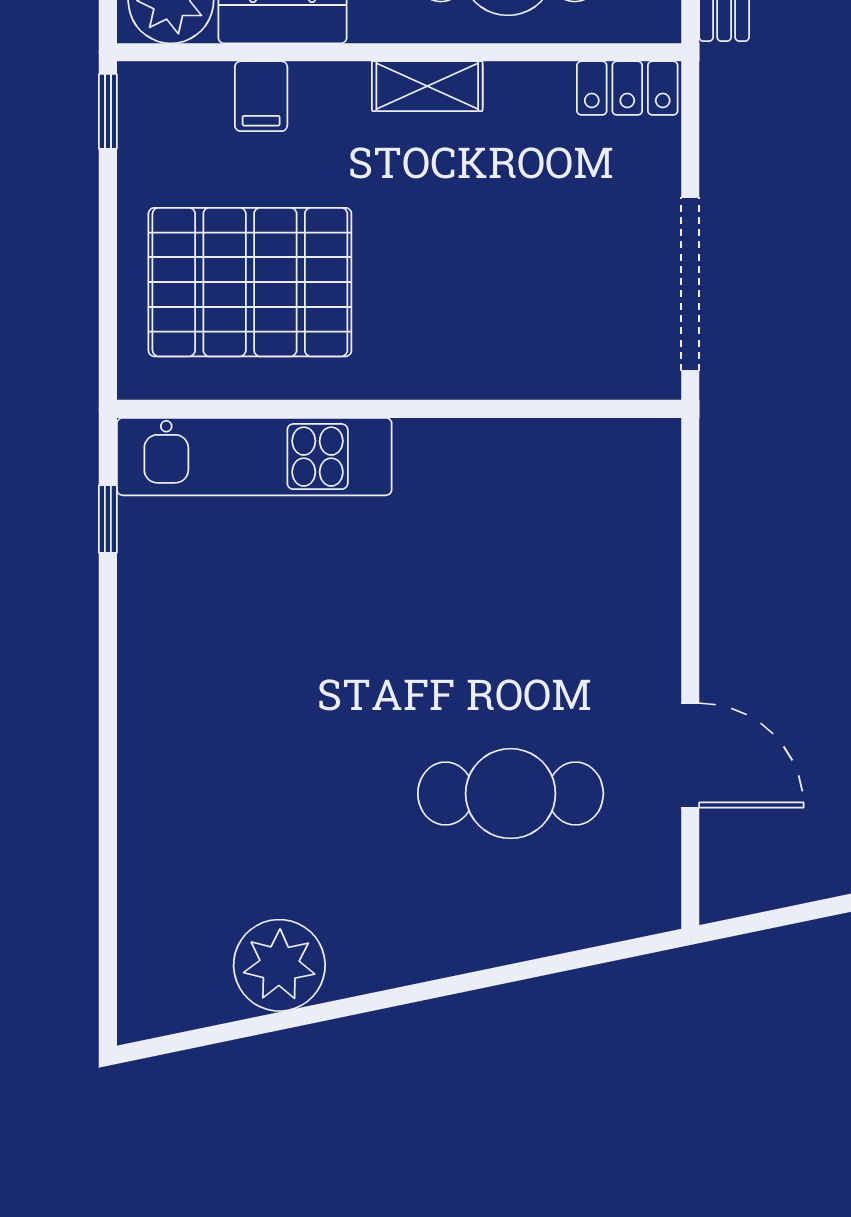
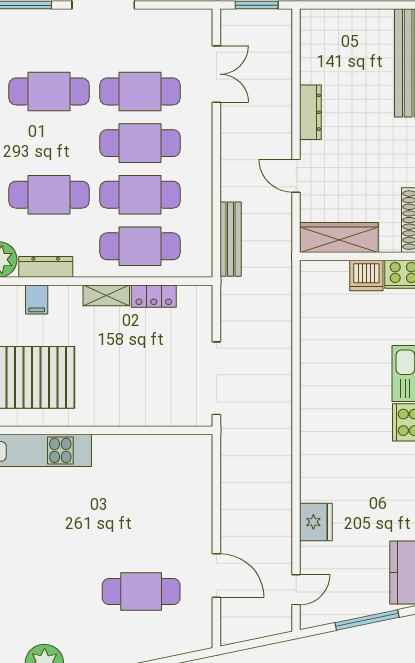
locker: (627, 88) -> (154, 296), moved

